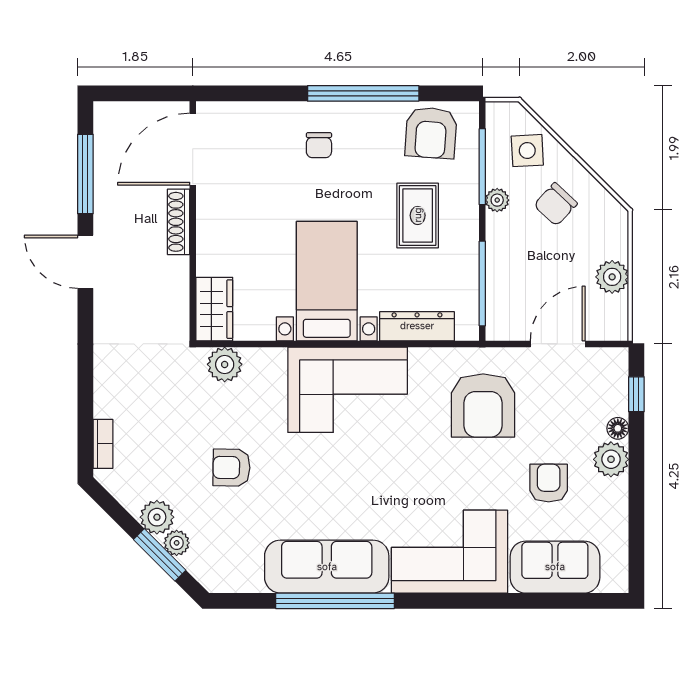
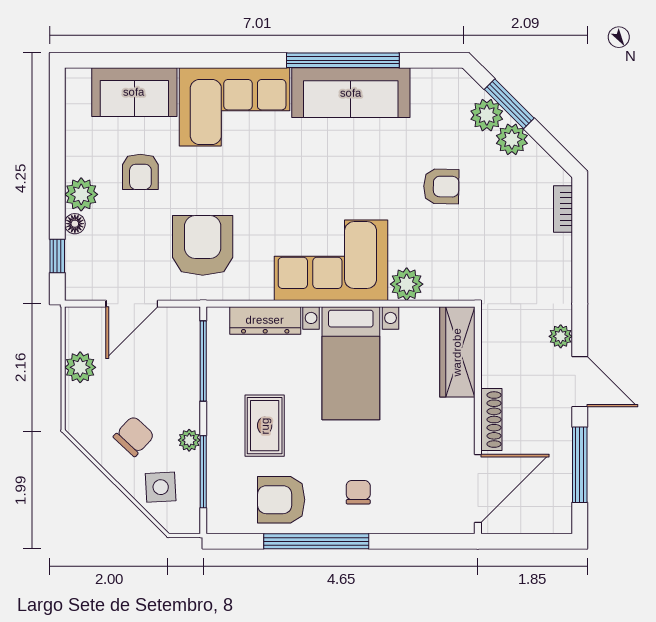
armchair: (431, 133) -> (281, 500), moved, turned -94
wardrobe: (214, 309) -> (457, 352), width x1.50
plant: (106, 310) -> (561, 336), added
plant: (225, 364) -> (407, 284), moved
plant: (177, 543) -> (487, 115), width x1.38, depth x1.38

